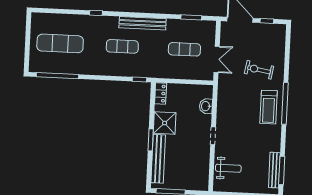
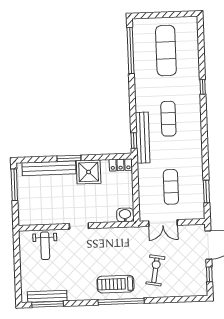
bench: (143, 23) -> (143, 138), moved
washbasin: (206, 106) -> (125, 215), moved

